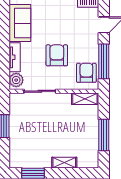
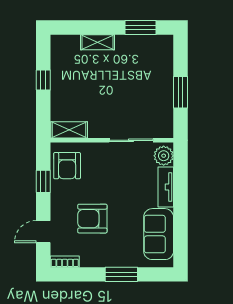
armchair: (57, 55) -> (92, 219), moved, turned 90
window: (104, 61) -> (43, 181), width x0.46
window: (104, 135) -> (43, 80), width x0.46

